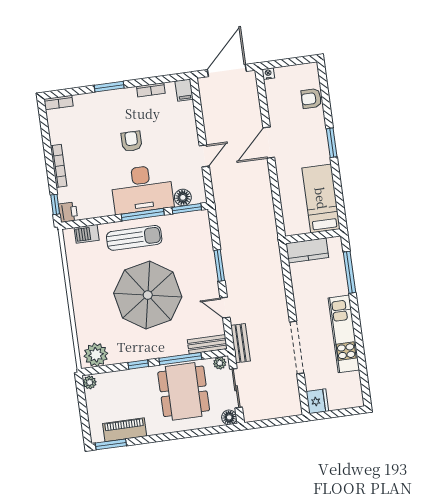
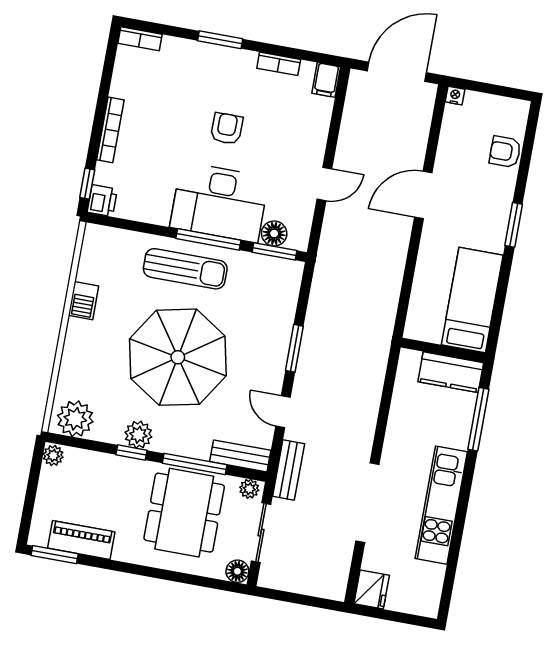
barbecue: (87, 234) -> (83, 301), moved, turned -90
kitchen counter: (307, 250) -> (451, 372), moved
plant: (139, 352) -> (138, 435), added

